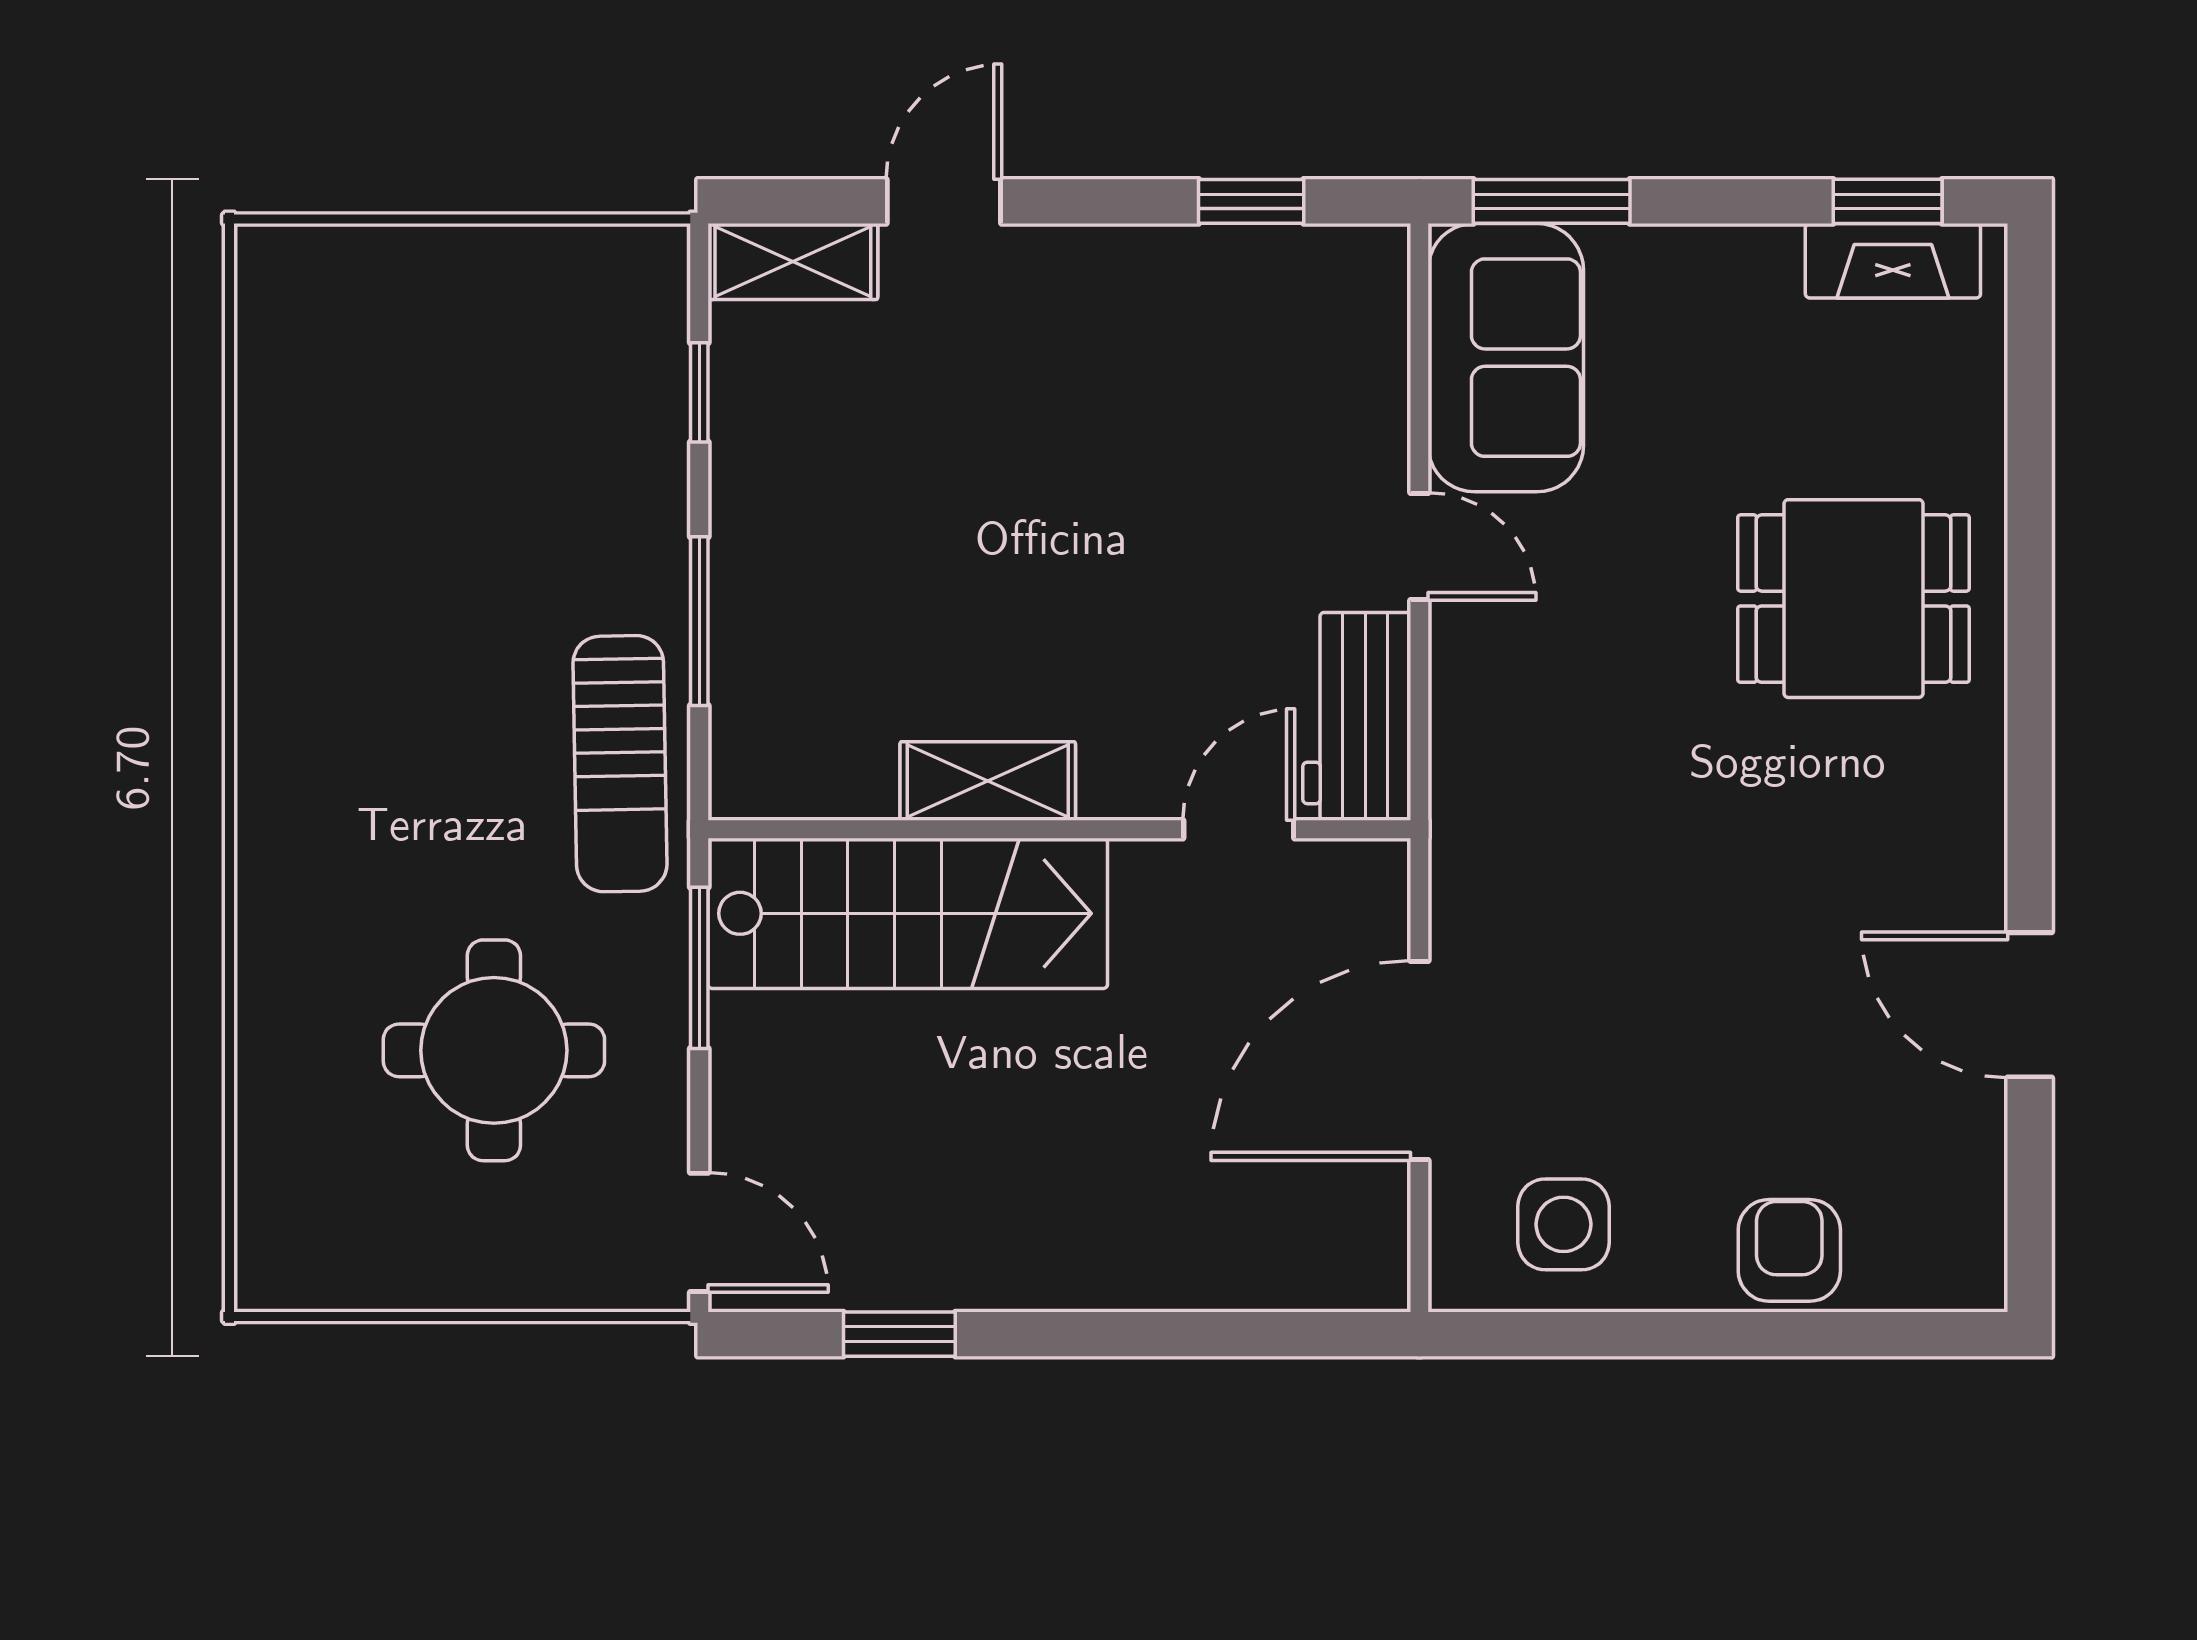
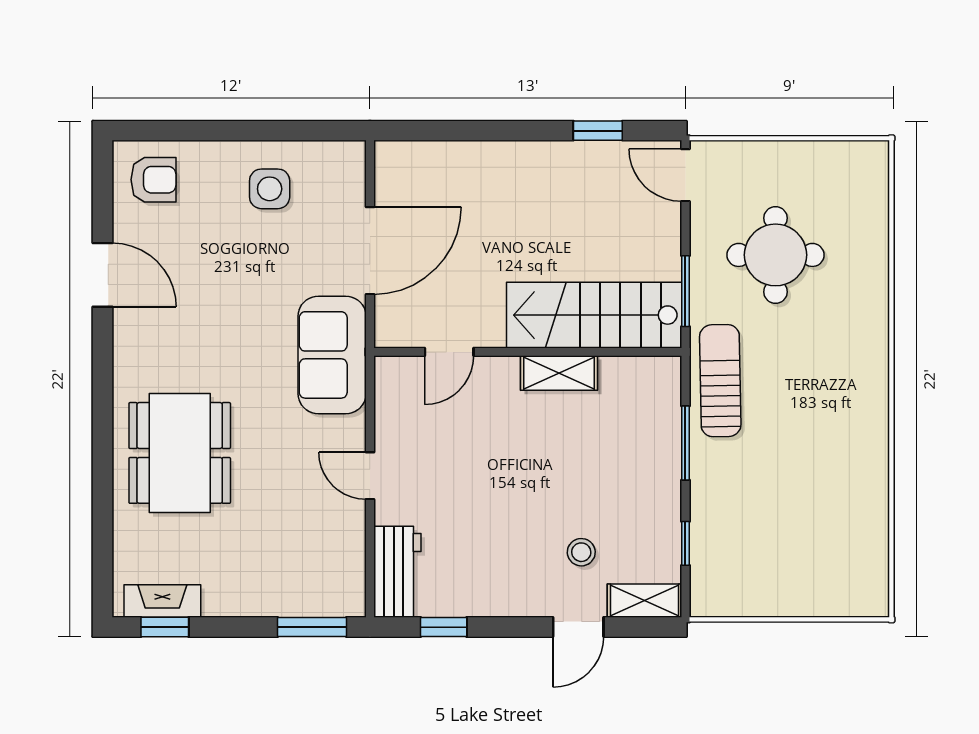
sofa: (1506, 358) -> (332, 355), moved
stool: (937, 372) -> (581, 552), added
dining table: (1854, 599) -> (180, 453), width x1.38
workbench: (1357, 716) -> (397, 572), moved
side table: (1564, 1224) -> (270, 189), moved
armchair: (1789, 1250) -> (153, 180), moved, turned -90

